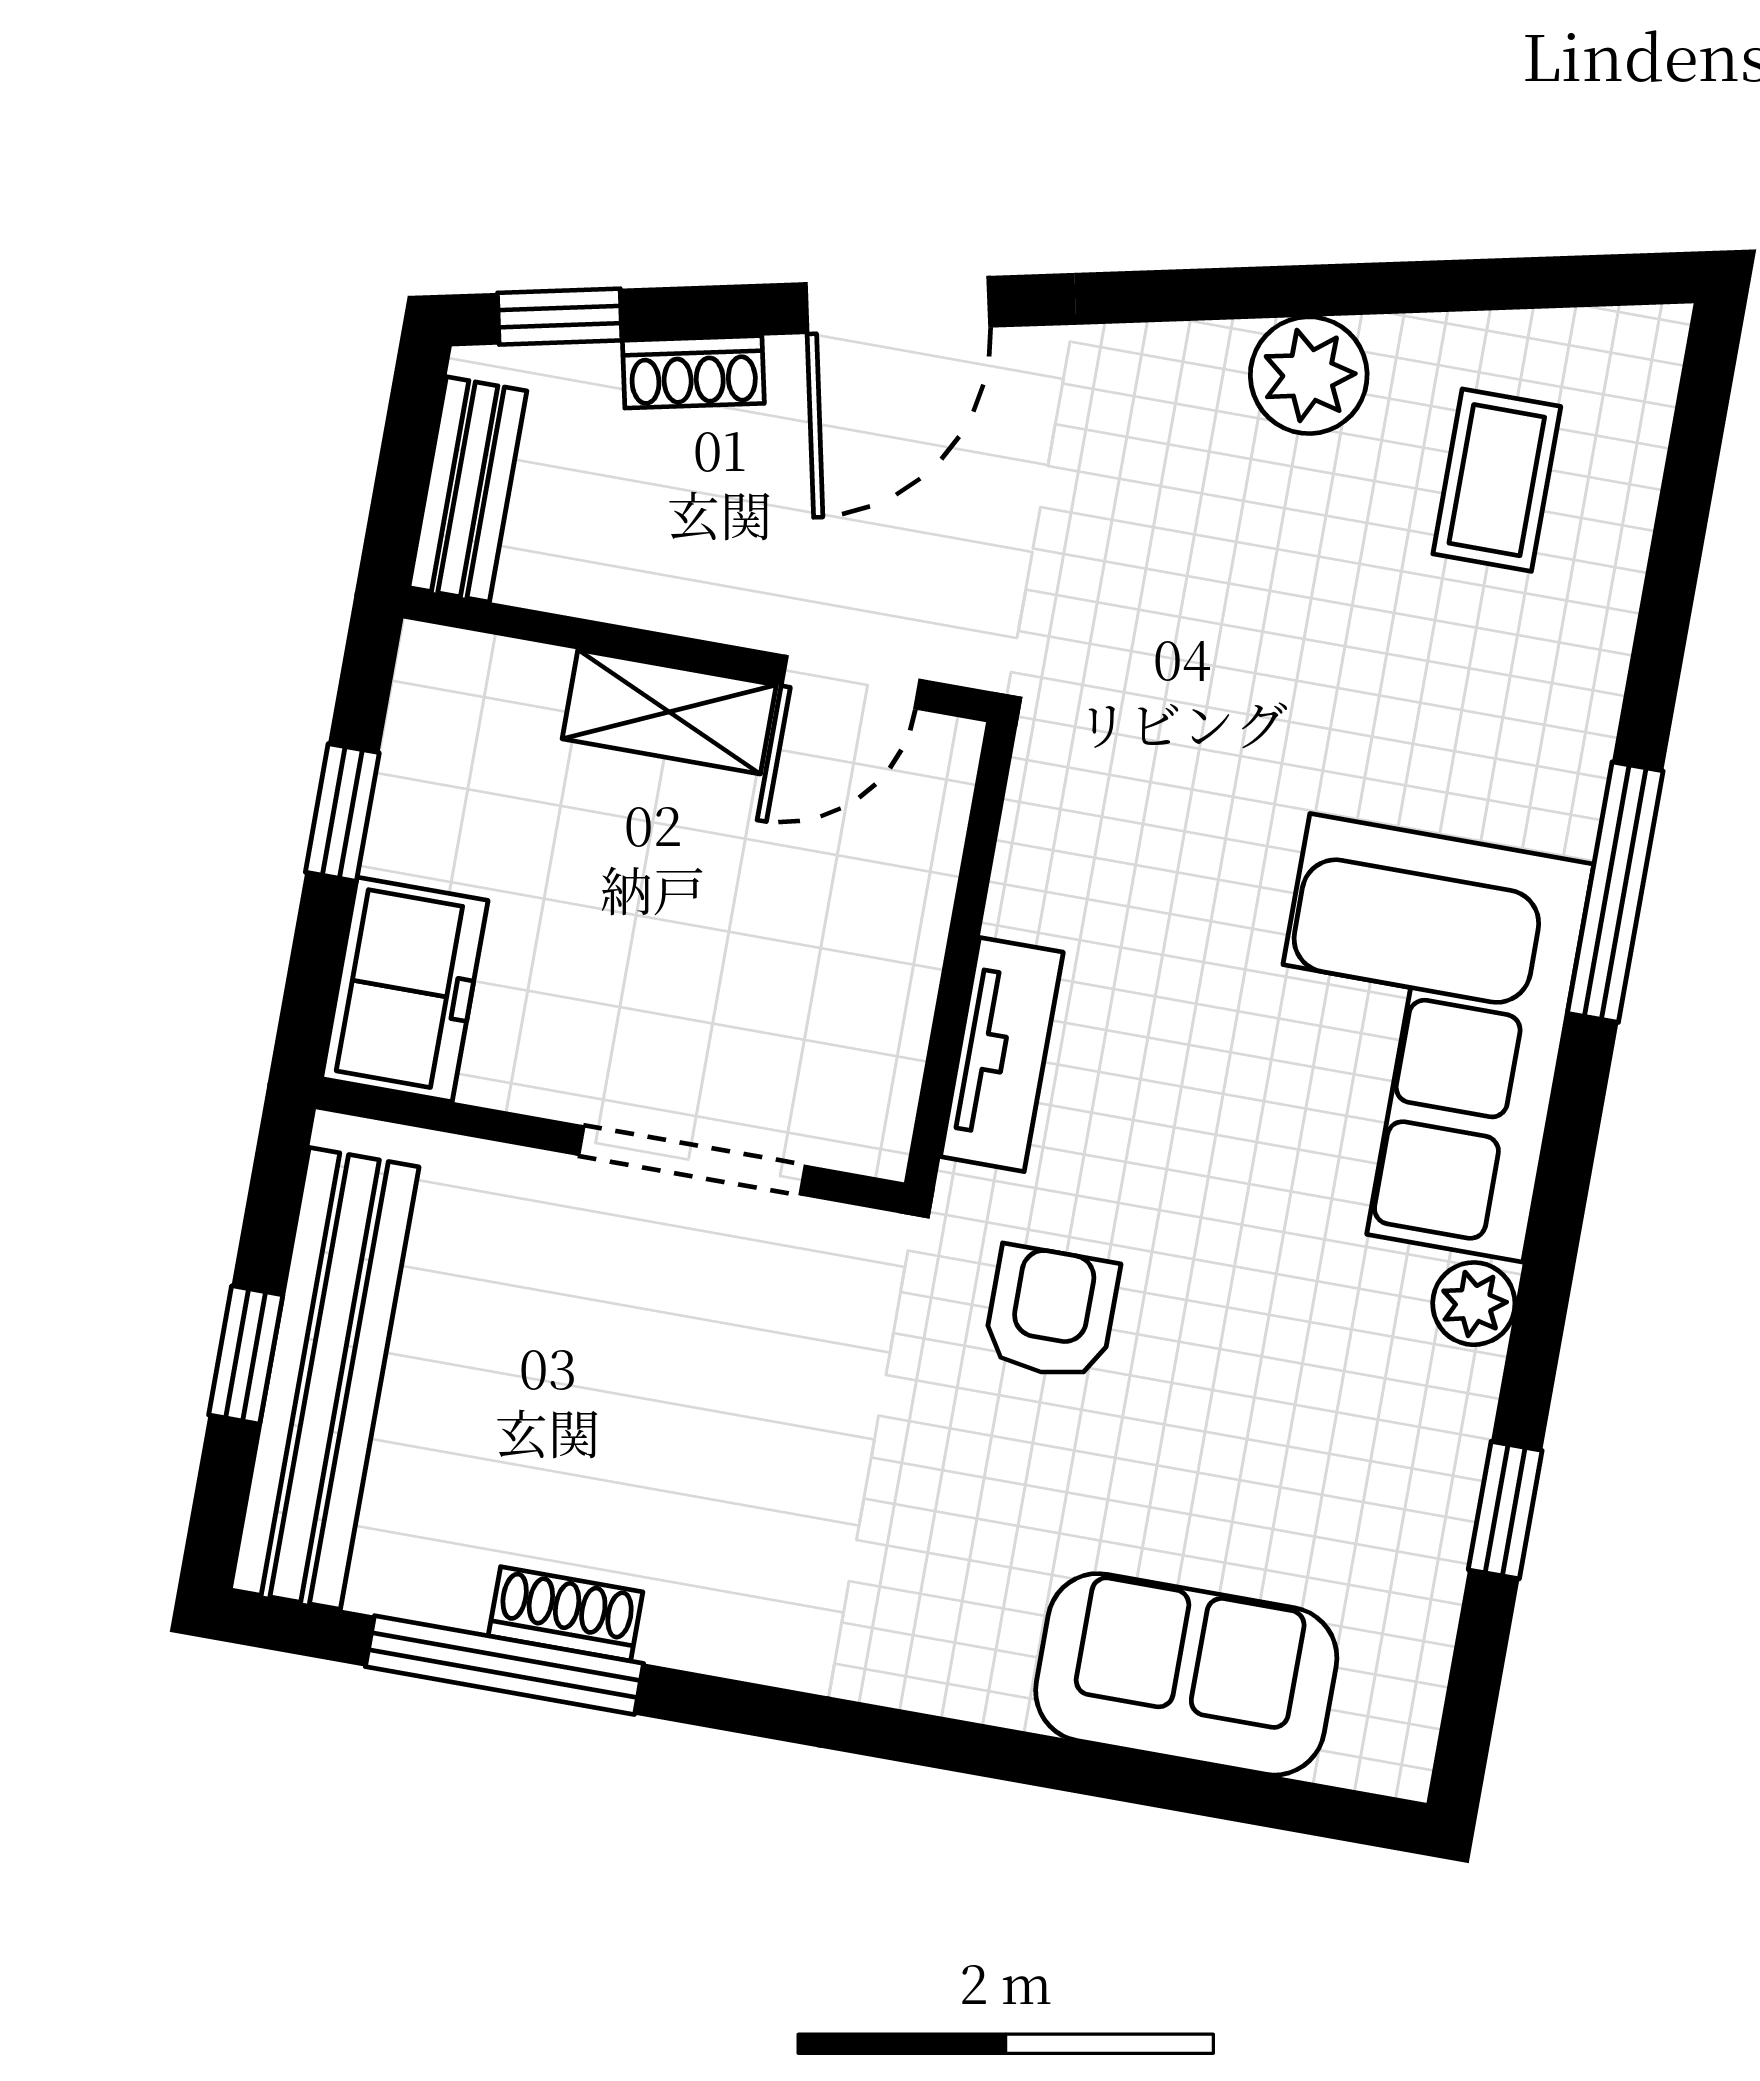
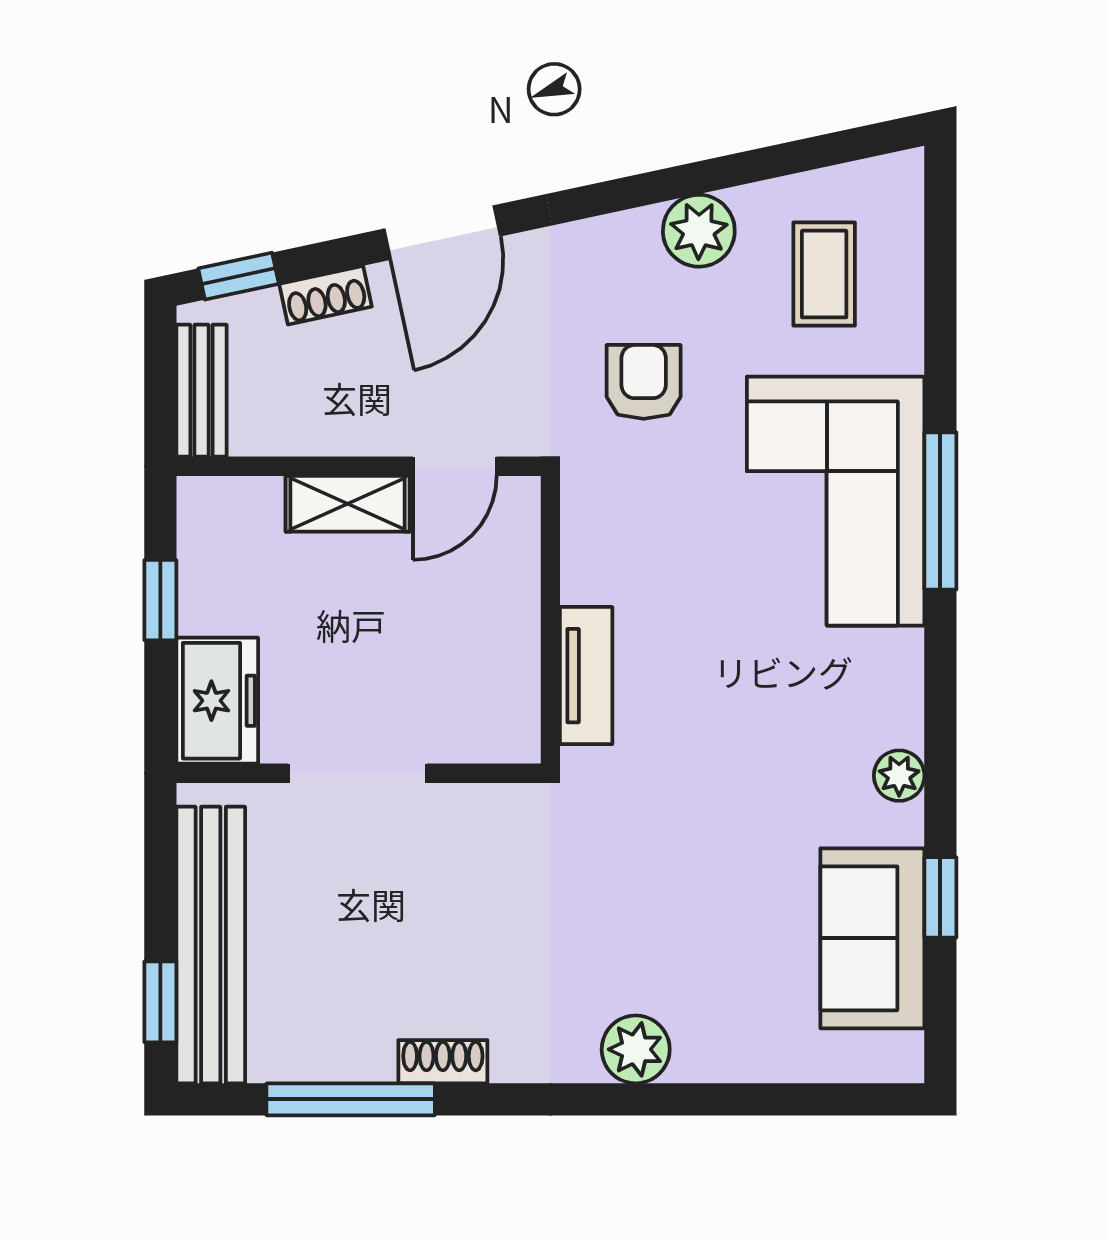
corner sofa: (1416, 1038) -> (836, 501), moved
doorway: (692, 1160) -> (357, 773), moved
armchair: (1051, 1313) -> (644, 382), moved
window: (246, 1355) -> (160, 1002), moved
shoe rack: (566, 1614) -> (443, 1062), moved
plant: (975, 1666) -> (636, 1049), added
sofa: (1186, 1674) -> (872, 938), moved, turned -90

